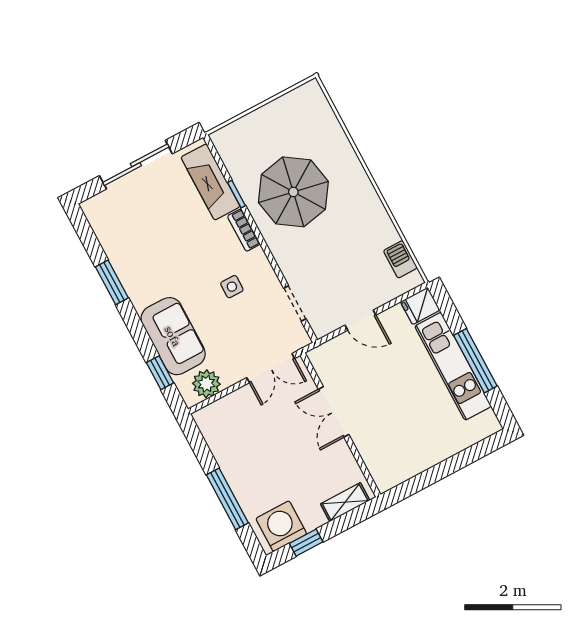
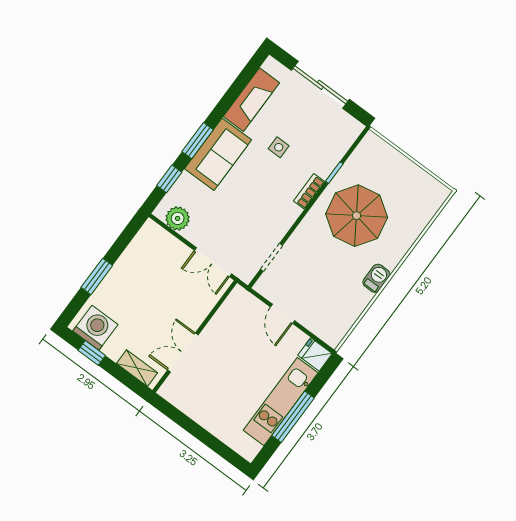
fireplace: (210, 182) -> (251, 100), moved, turned 180
barbecue: (400, 259) -> (376, 278), moved
window: (112, 282) -> (198, 141), moved
side table: (232, 287) -> (279, 147), moved
sofa: (173, 336) -> (218, 154), moved
double door: (334, 412) -> (183, 352), moved
window: (227, 499) -> (97, 276), width x0.69

